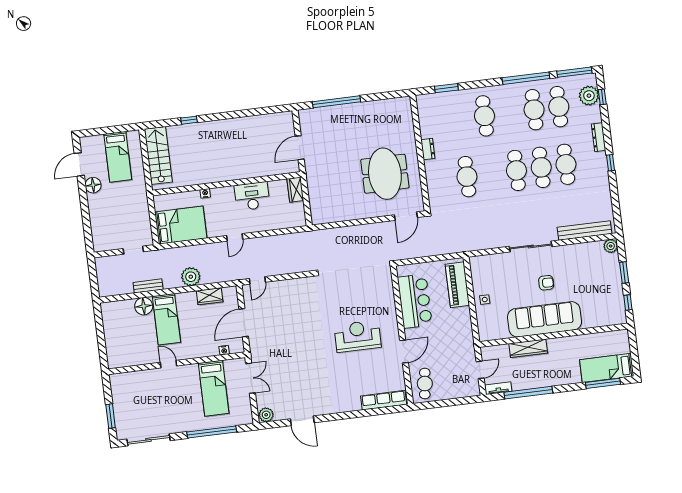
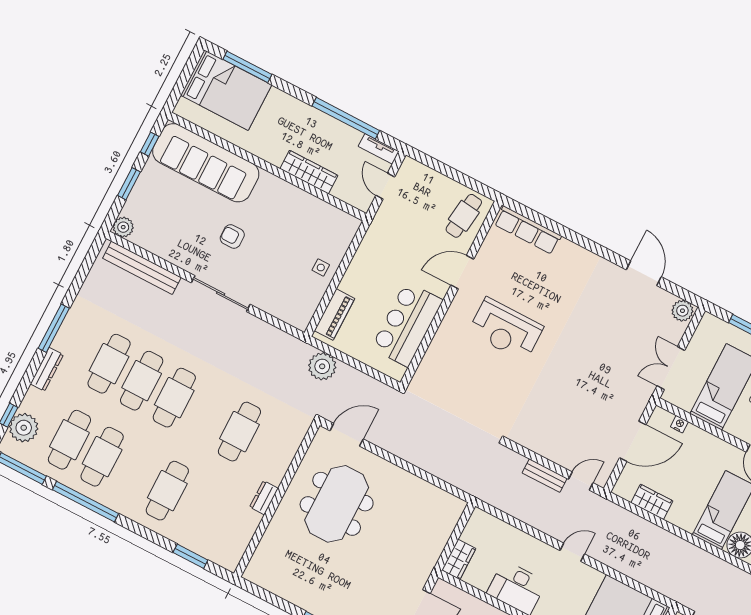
window: (610, 163) -> (54, 328), width x2.17
plant: (191, 277) -> (322, 366), moved
piano: (457, 285) -> (335, 315), width x0.73, depth x0.75
bench: (148, 286) -> (545, 476), moved
sofa: (545, 319) -> (206, 163), moved
bed: (607, 368) -> (226, 90), width x1.50
door: (480, 370) -> (385, 186), hinge flipped

